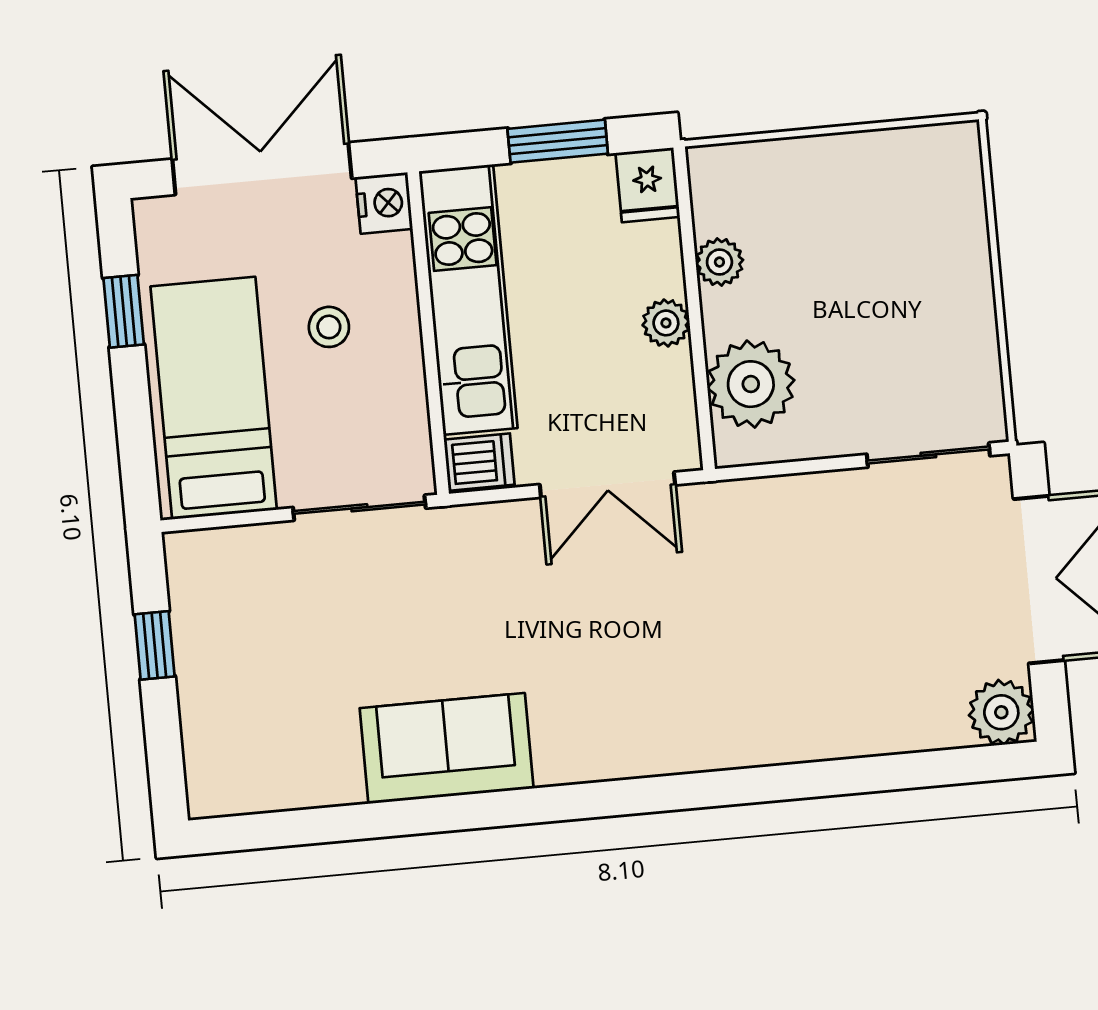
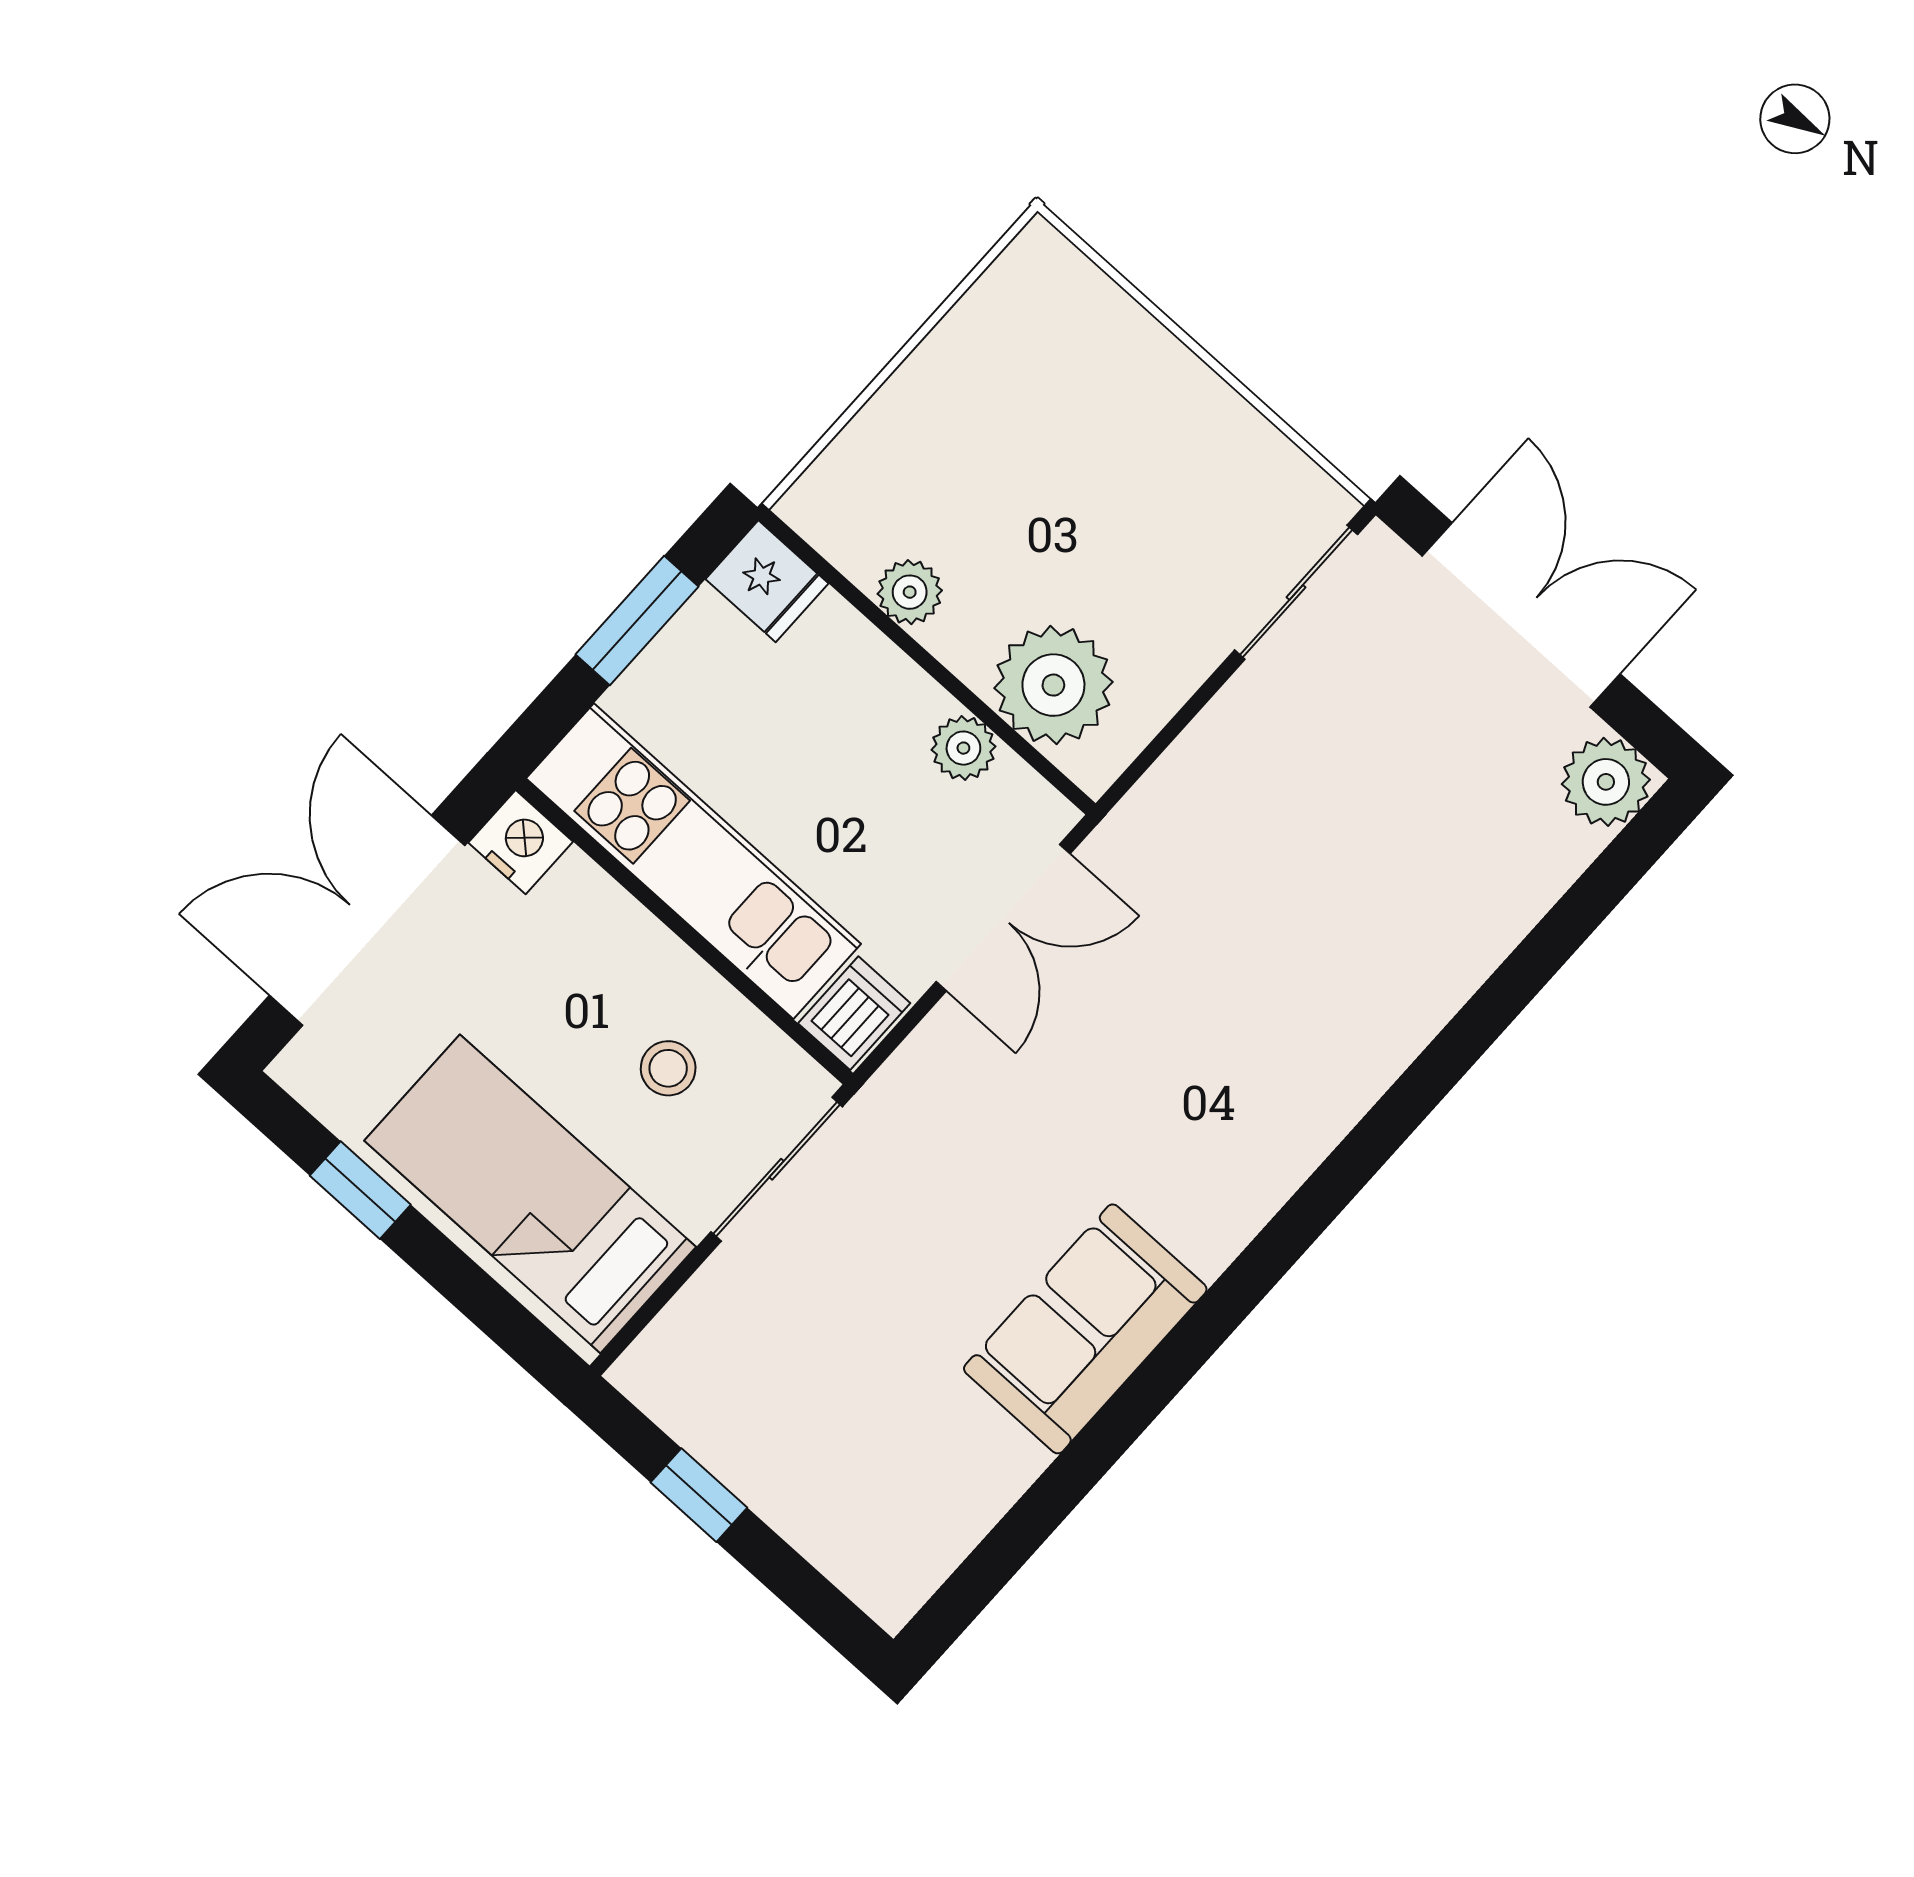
plant: (666, 323) -> (963, 748), moved
stool: (329, 327) -> (668, 1068), moved

